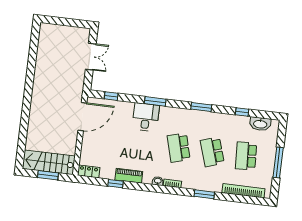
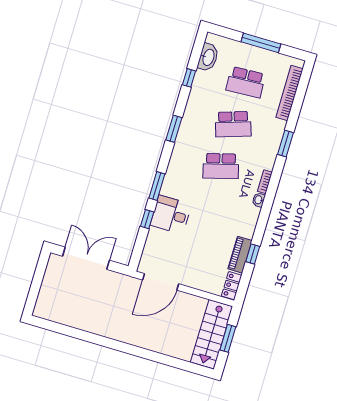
double door: (91, 57) -> (86, 258), width x1.37
window: (111, 96) -> (147, 219), moved
door: (82, 117) -> (161, 282), swing flipped
desk: (146, 117) -> (171, 215), moved
piano: (129, 176) -> (240, 255), moved

